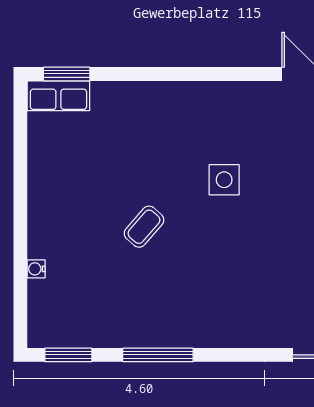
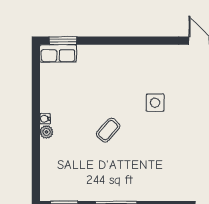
plant: (39, 230) -> (46, 132), added
water cooler: (36, 269) -> (45, 119), moved

